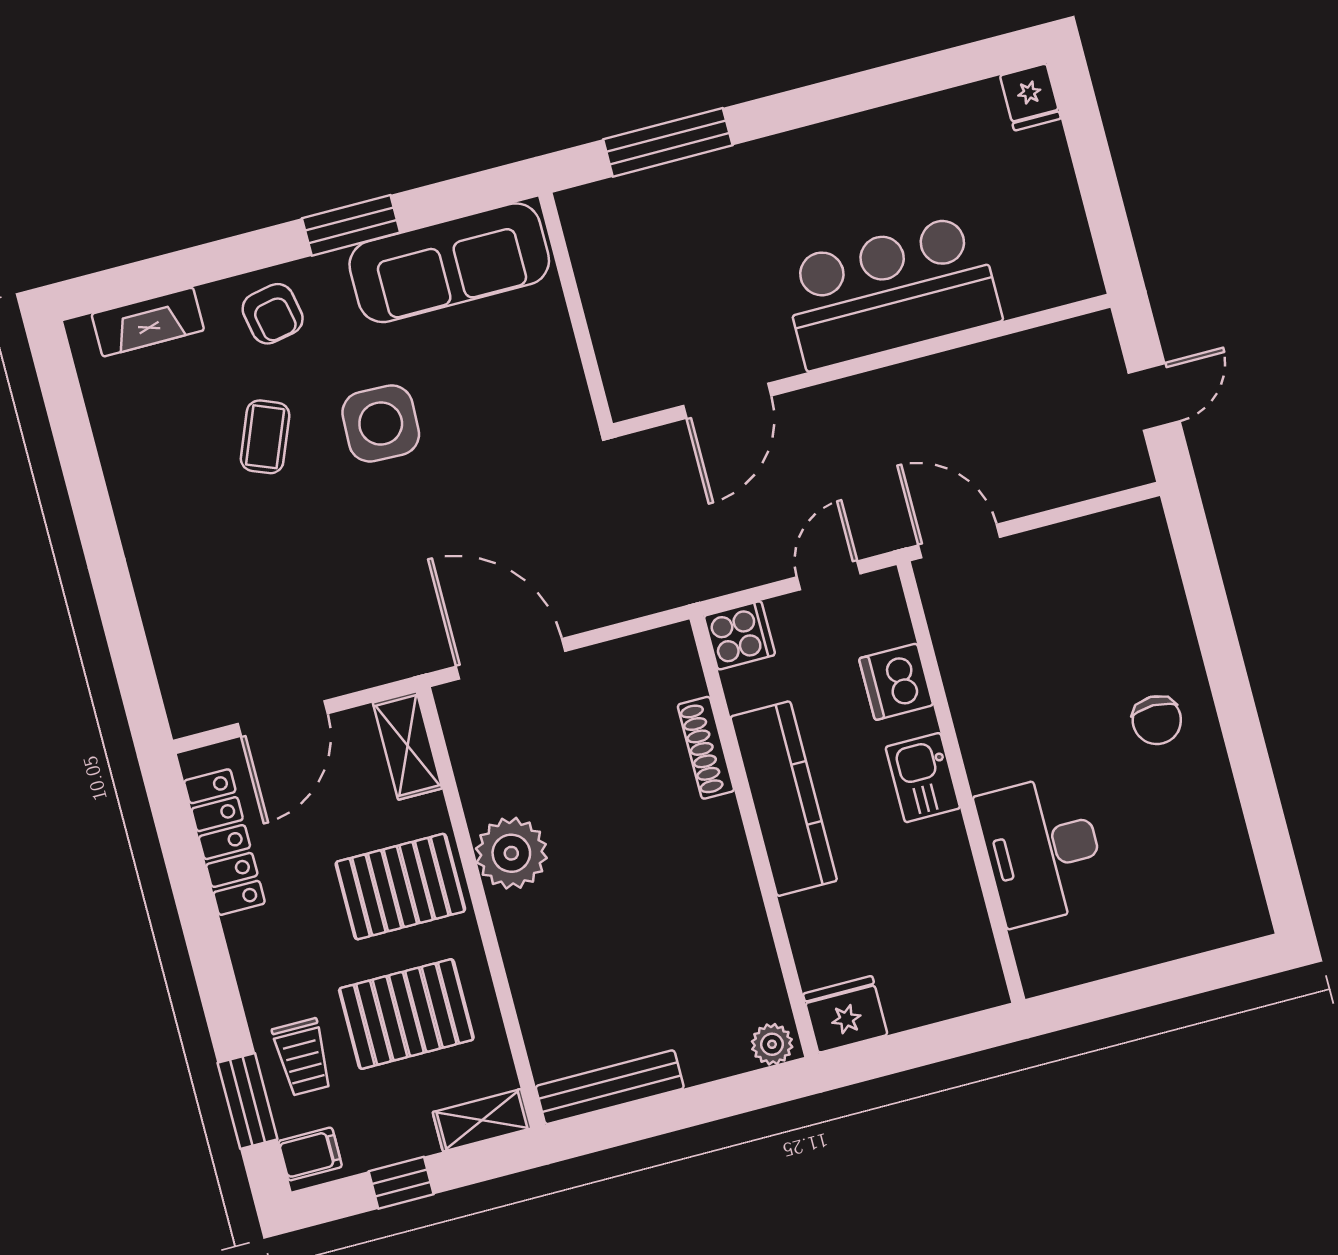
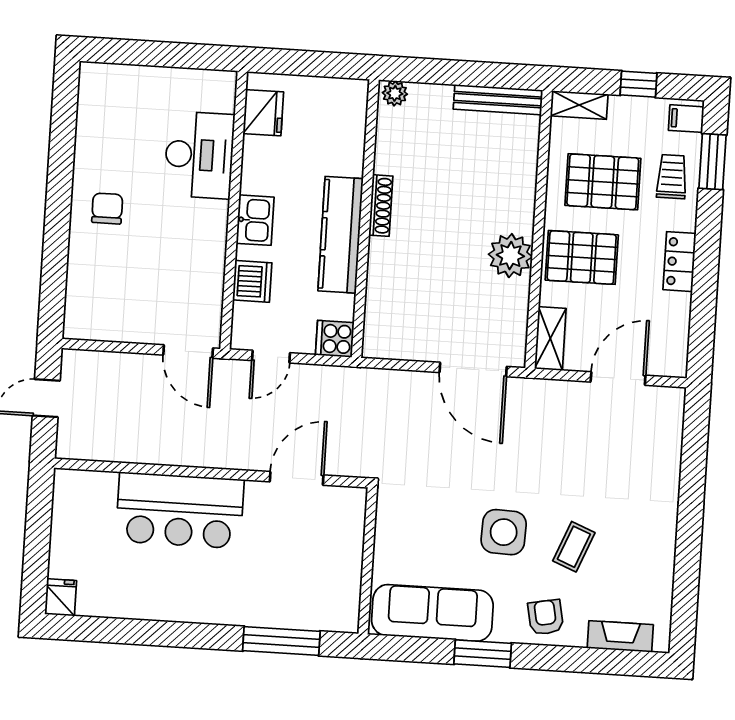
shoe rack: (706, 748) -> (381, 206), moved
locker: (224, 842) -> (679, 262), moved, width x0.66
fridge: (845, 1014) -> (263, 113), moved, turned -90

